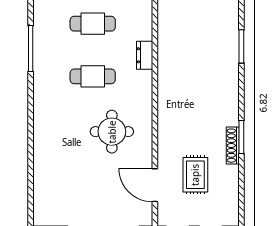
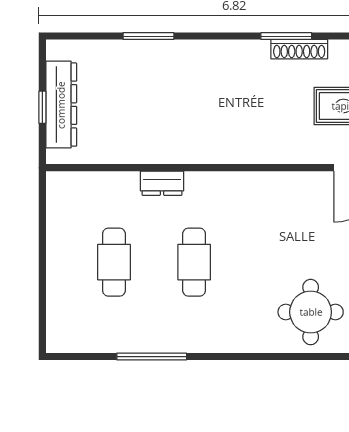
round table: (112, 132) -> (311, 312), moved

